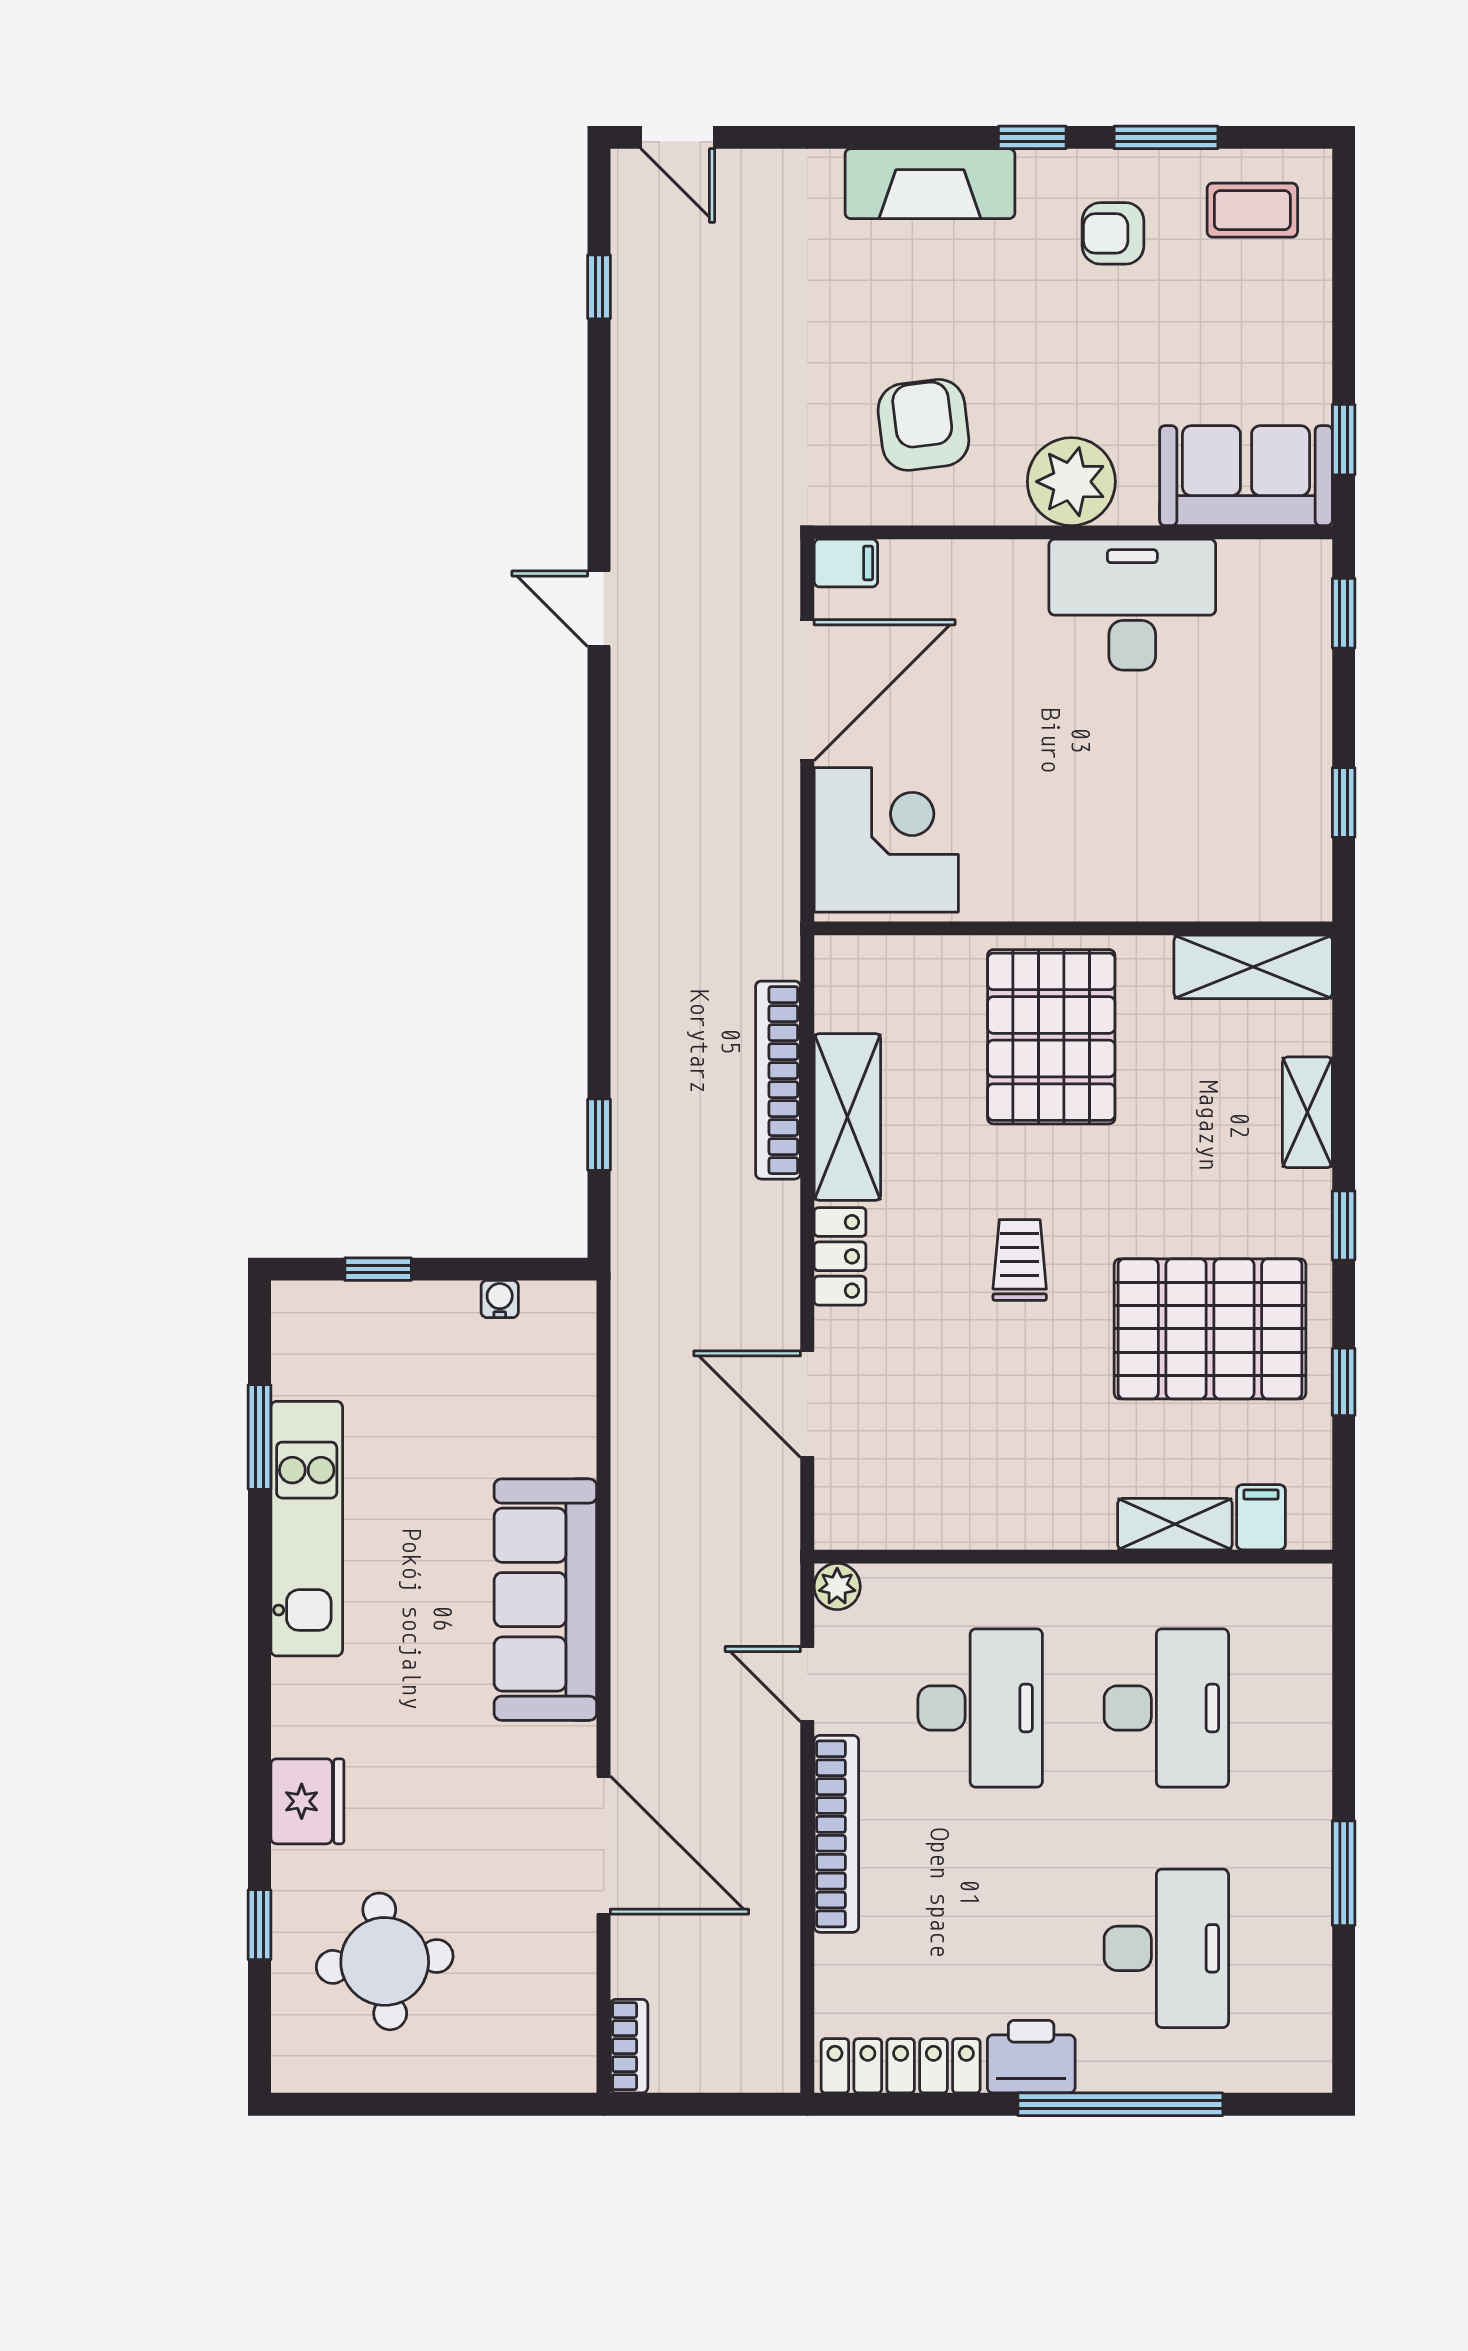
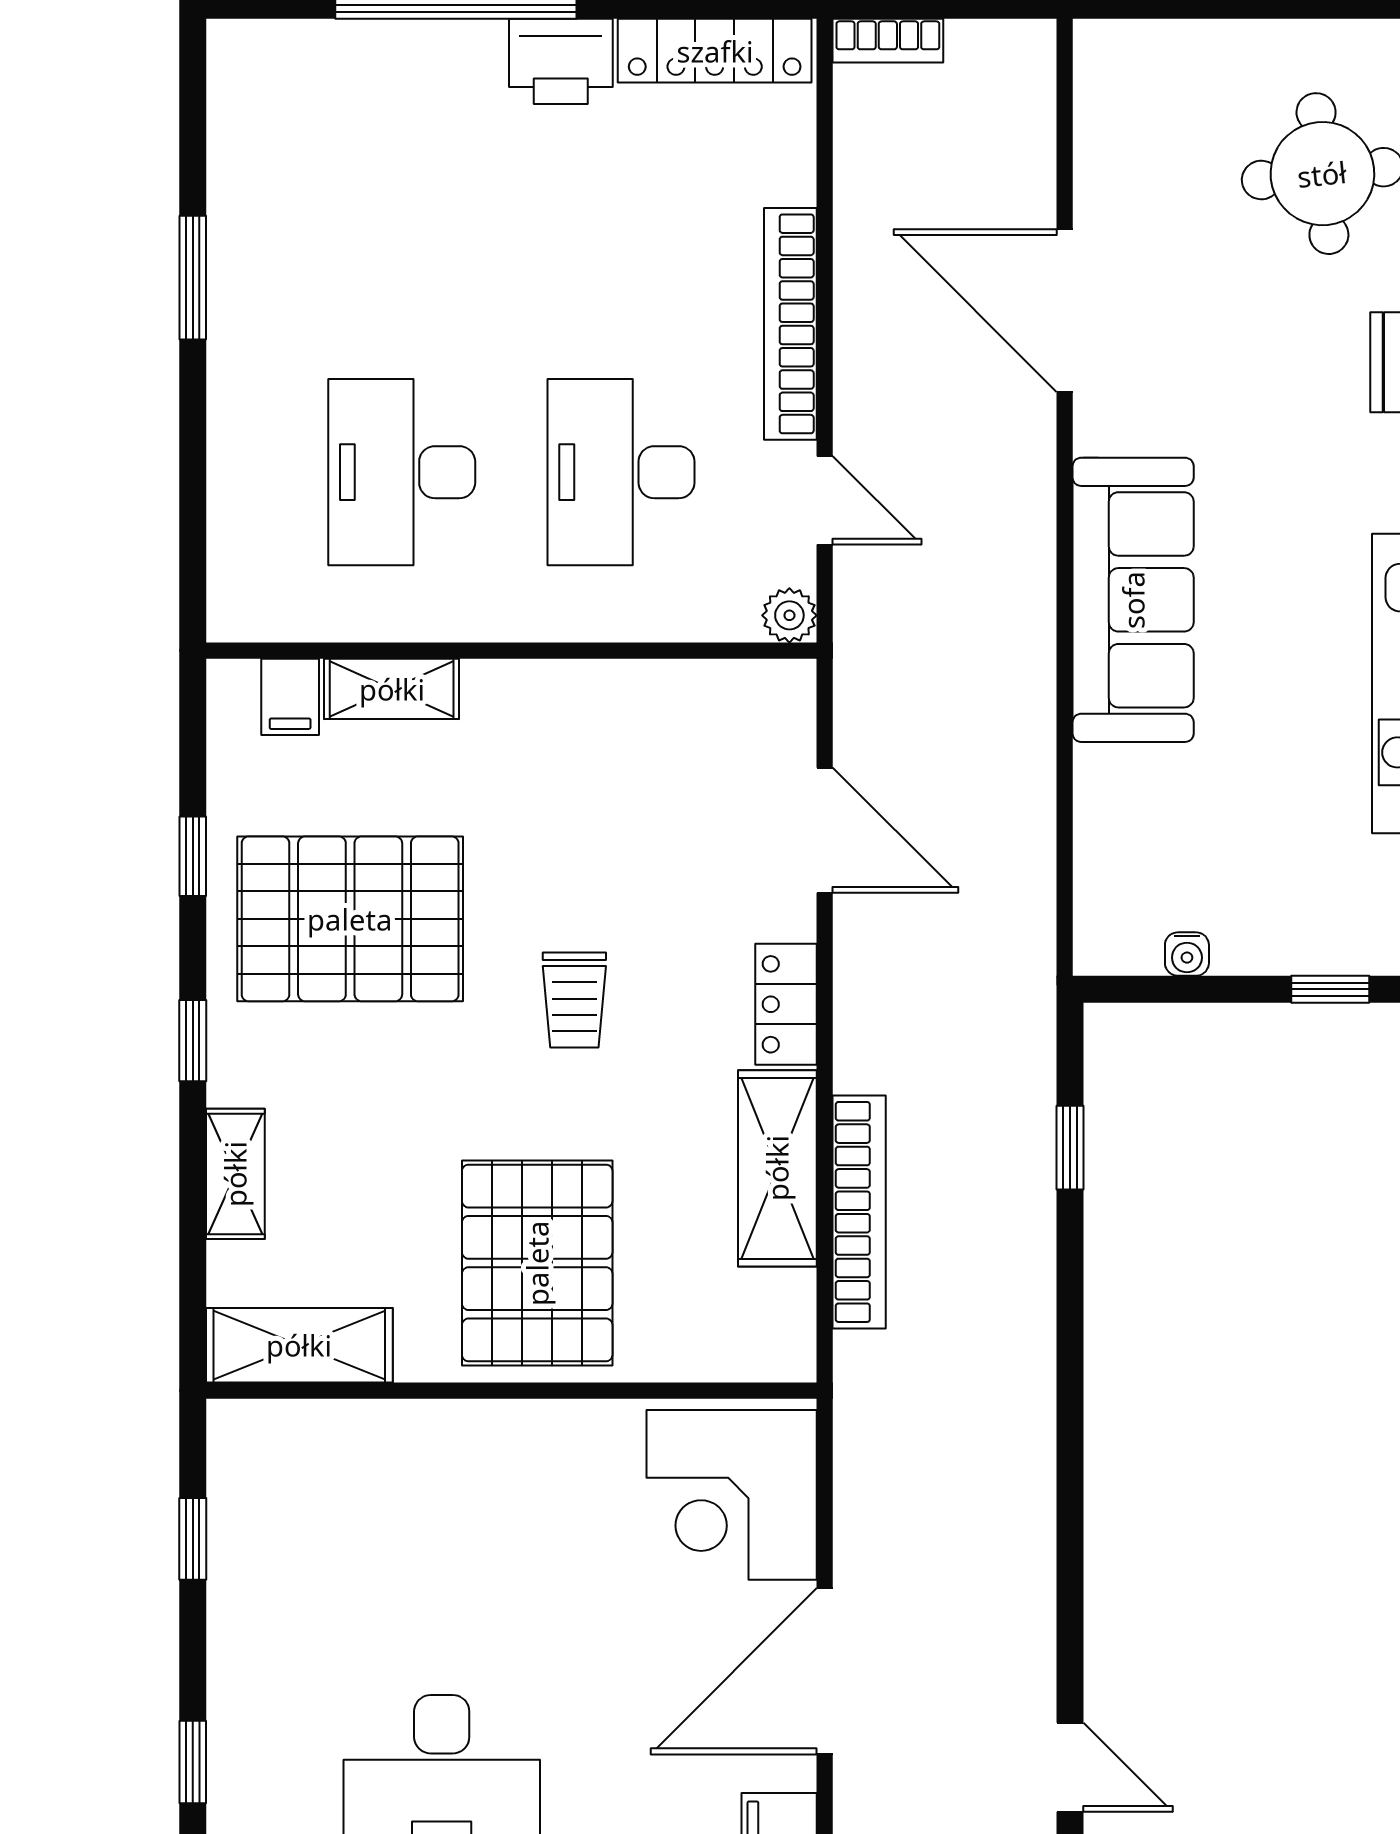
desk: (1166, 1948) -> (402, 189), removed
bookcase: (629, 2046) -> (888, 41), moved, turned -90

